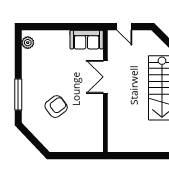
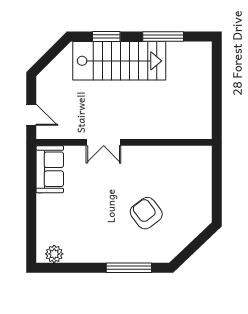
door: (124, 27) -> (31, 115), hinge flipped
double door: (105, 77) -> (104, 142), width x0.73

